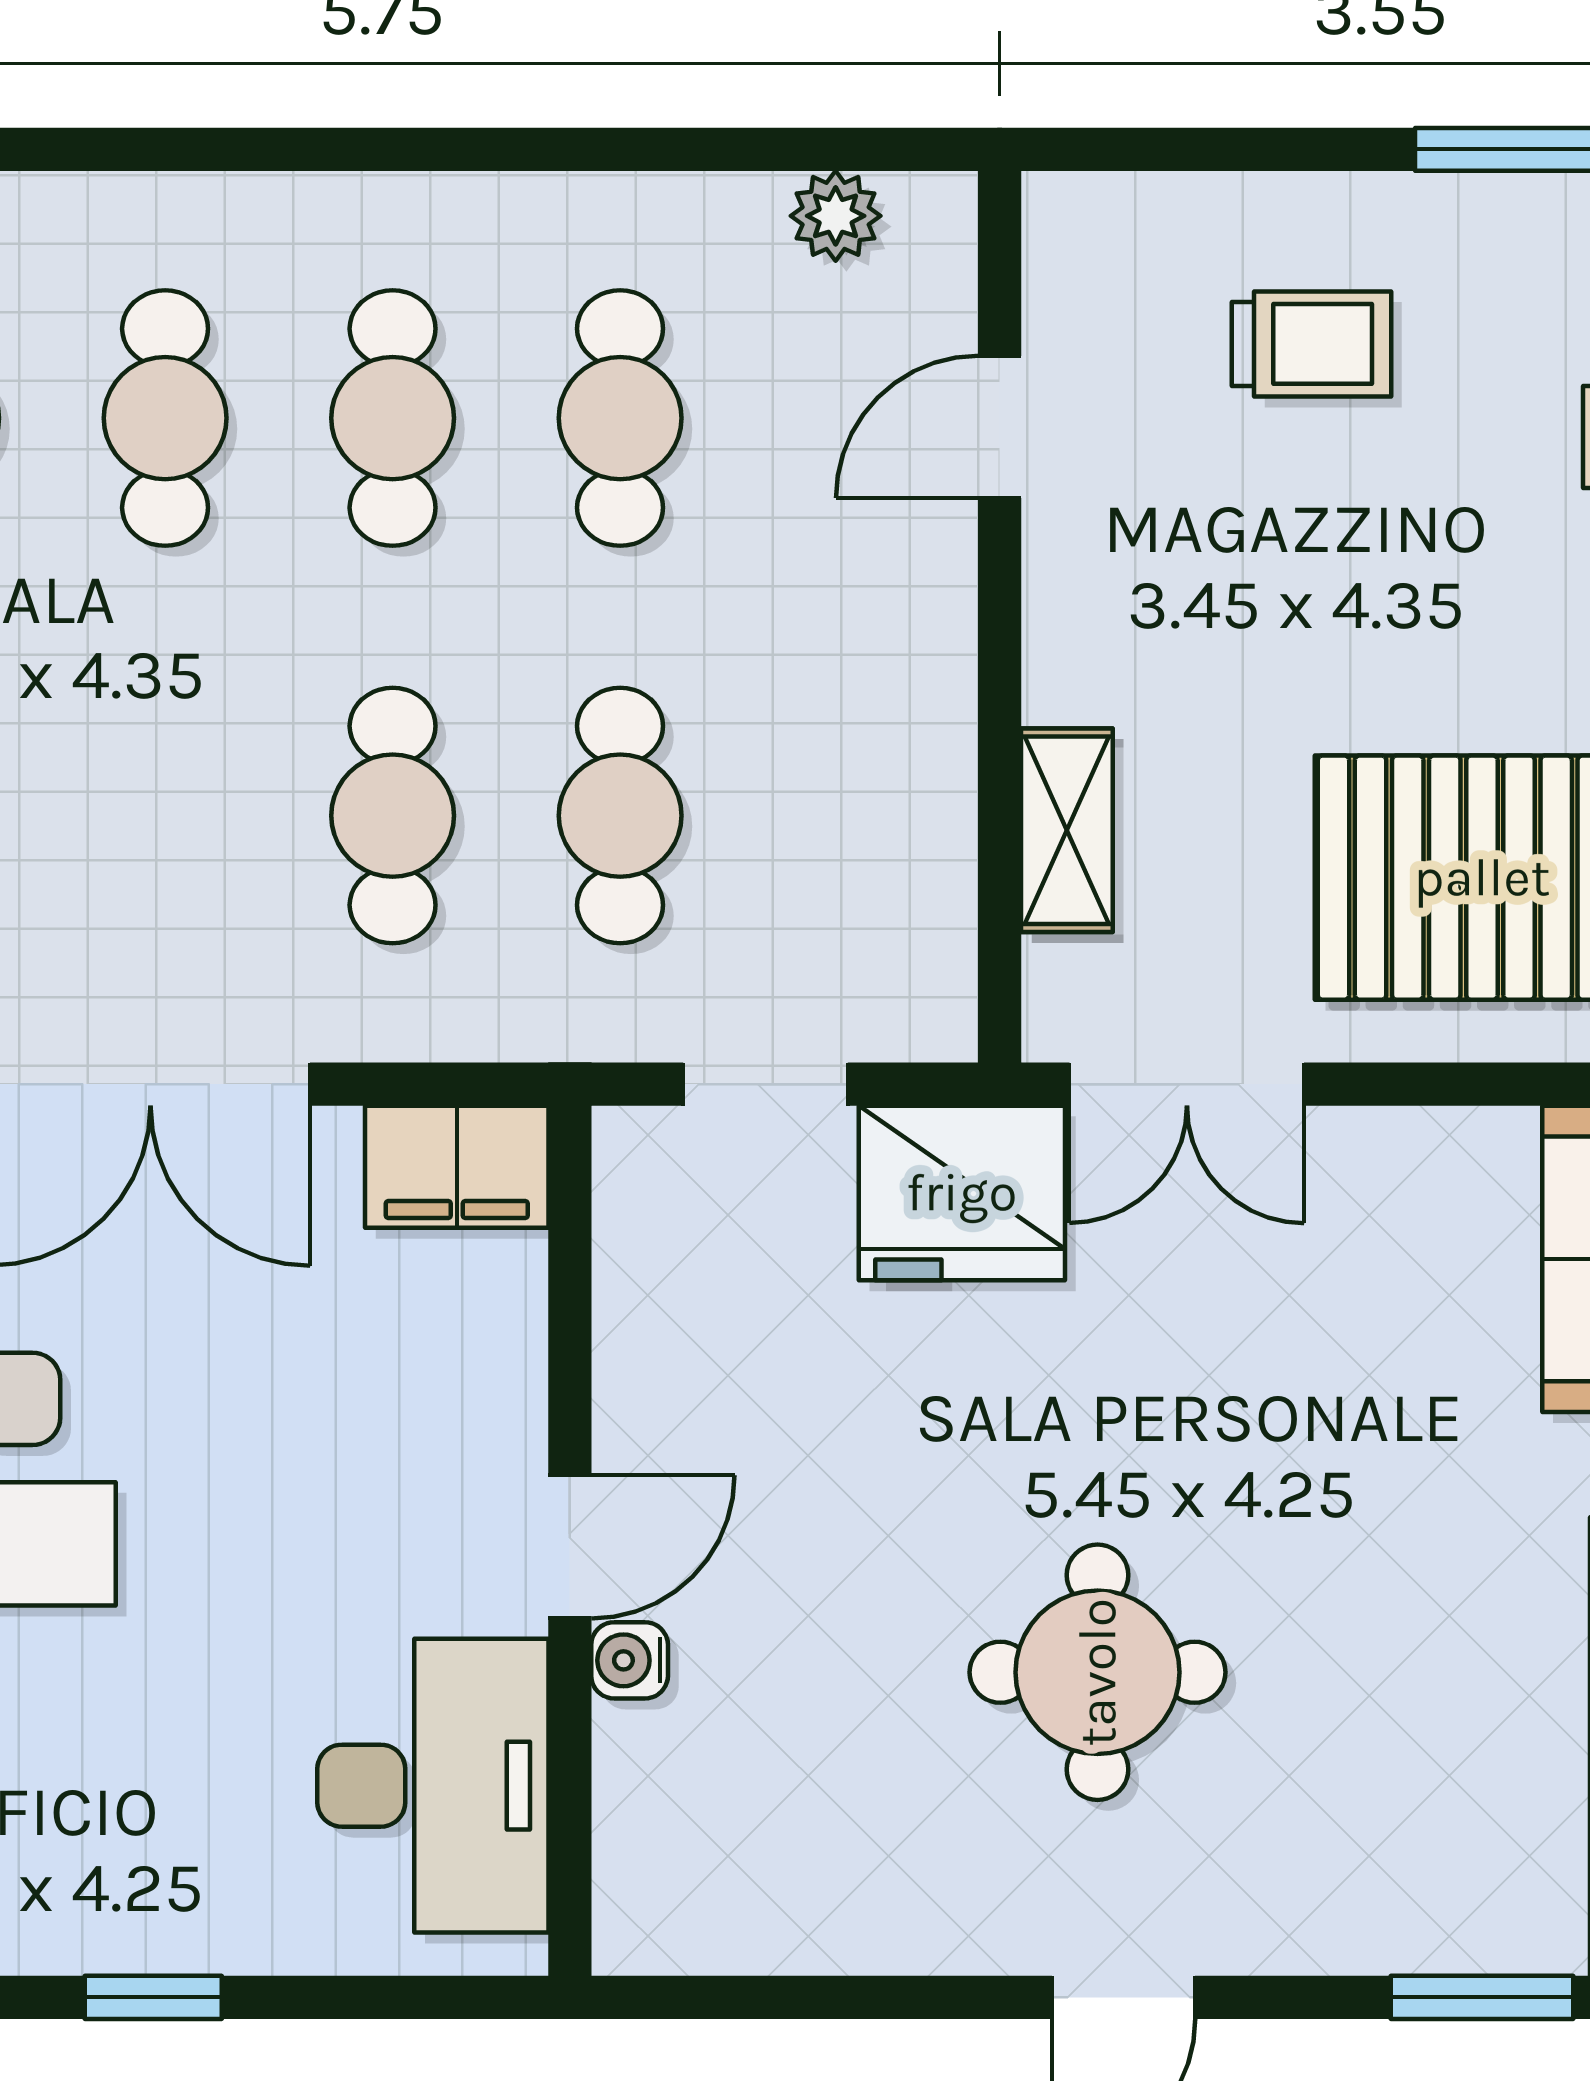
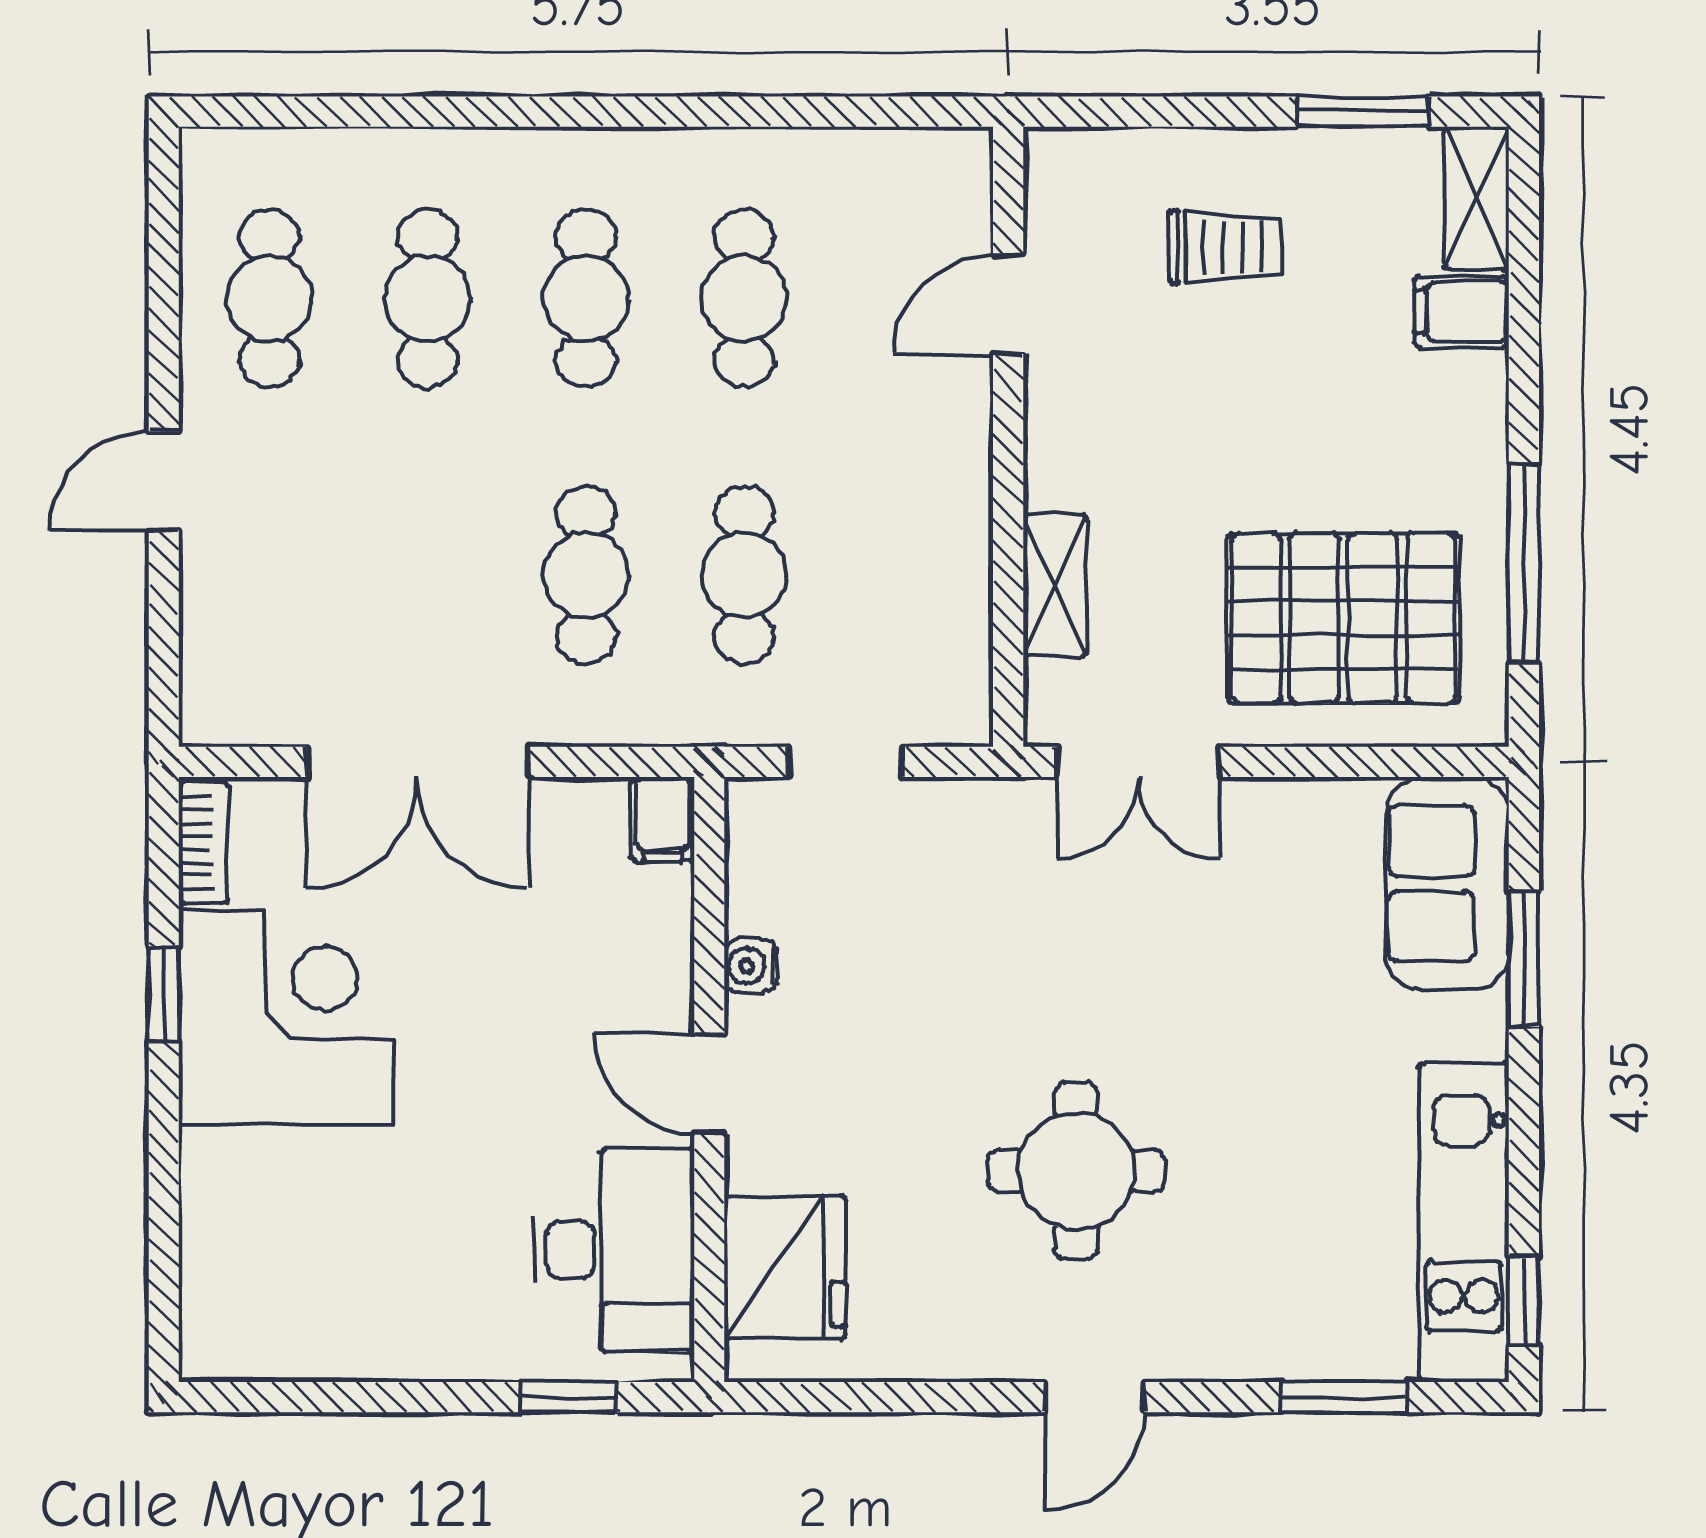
plant: (836, 216) -> (894, 158), removed
filing cabinet: (457, 1167) -> (662, 819), width x0.50
fridge: (962, 1193) -> (785, 1267), moved, turned -90
door: (570, 1547) -> (709, 1084), swing flipped
water cooler: (630, 1660) -> (751, 966), moved
window: (153, 1997) -> (569, 1397), moved

